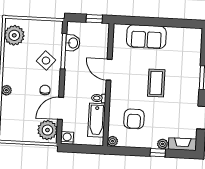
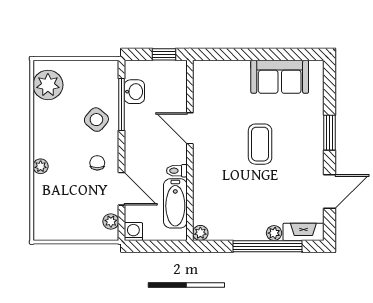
sofa: (146, 37) -> (280, 77), moved
door: (61, 108) -> (121, 189), swing flipped
armchair: (134, 119) -> (230, 199), removed
plant: (47, 130) -> (111, 221), width x0.53, depth x0.53
window: (158, 153) -> (268, 246), width x3.17

